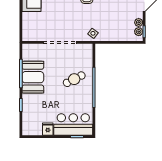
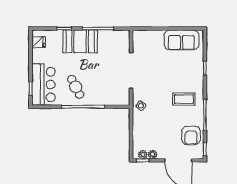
booth: (33, 77) -> (80, 41), moved
cafe table: (74, 79) -> (76, 87), moved
fridge: (48, 129) -> (39, 42), moved

